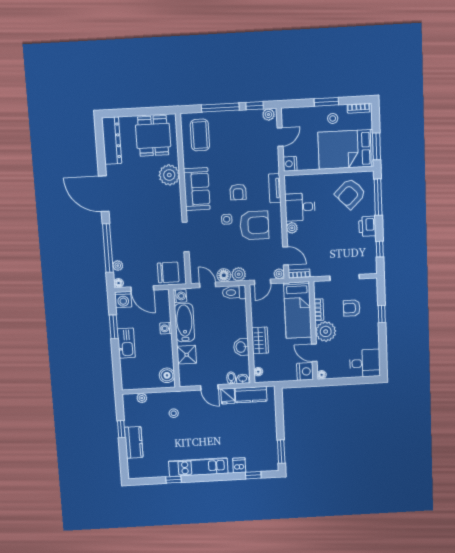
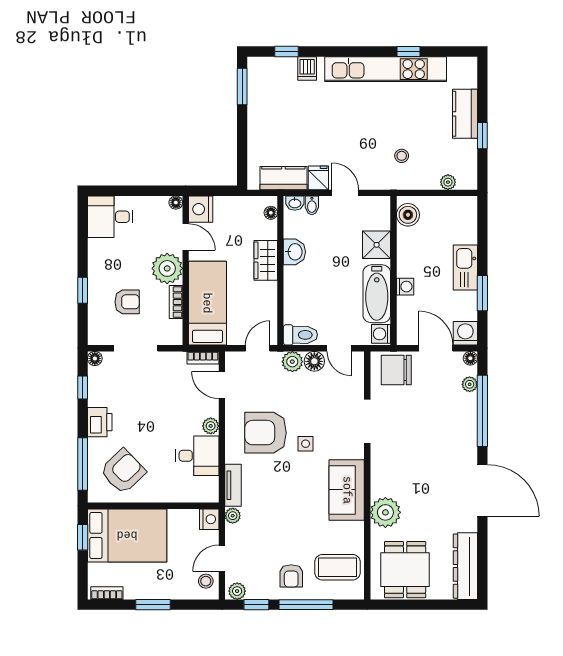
stool: (333, 118) -> (206, 581), moved
coffee table: (200, 135) -> (338, 567), turned 90
window: (377, 146) -> (83, 537), width x0.67
armchair: (238, 192) -> (291, 576), moved, turned 180
floor lamp: (372, 269) -> (95, 358), added
plant: (279, 274) -> (233, 516), moved
kitchen unit: (198, 467) -> (386, 69), width x1.36

